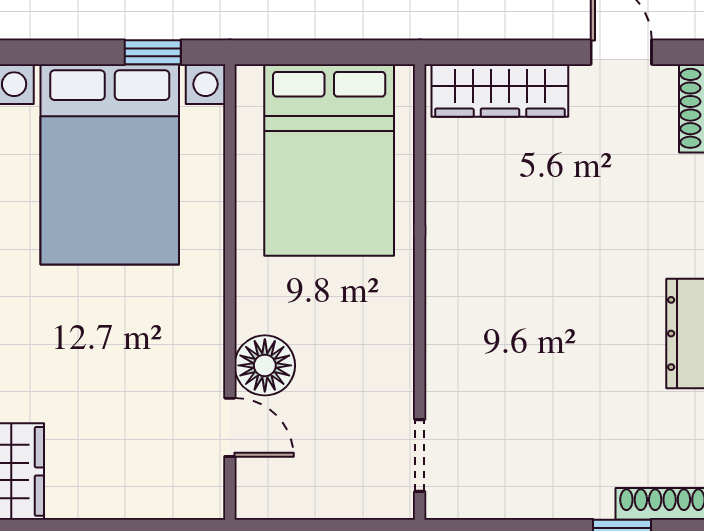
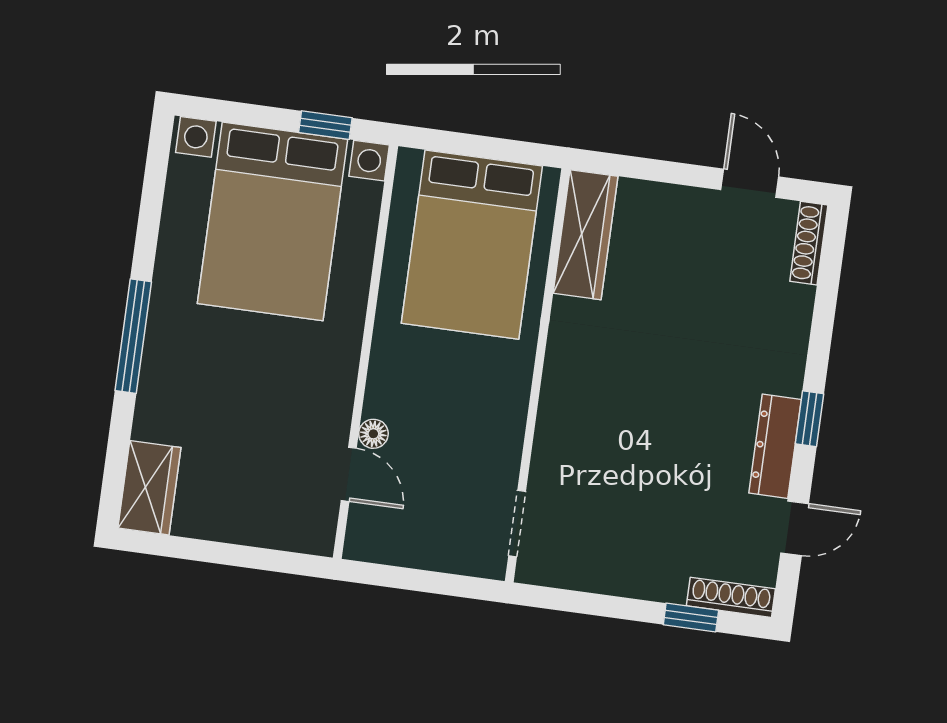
wardrobe: (500, 90) -> (585, 235), moved, turned -90
floor lamp: (265, 365) -> (373, 434), width x0.53, depth x0.53

